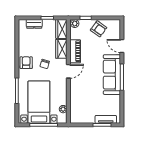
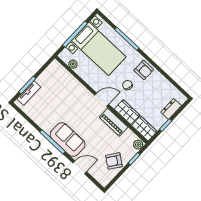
door: (68, 71) -> (102, 100), swing flipped
sofa: (112, 75) -> (68, 139), width x0.73

